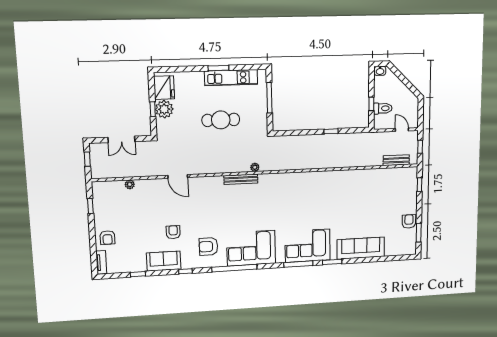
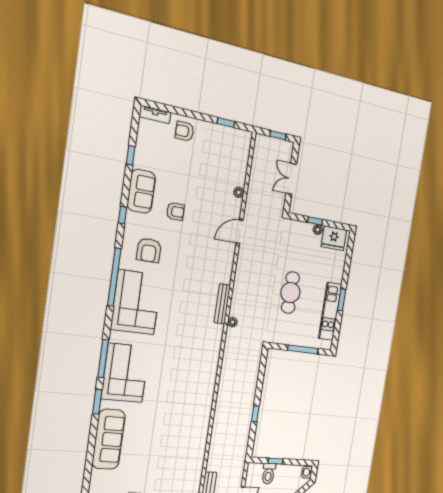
plant: (164, 109) -> (318, 230), width x0.53, depth x0.53
plant: (130, 184) -> (239, 192), moved
armchair: (208, 246) -> (149, 250), turned 180

